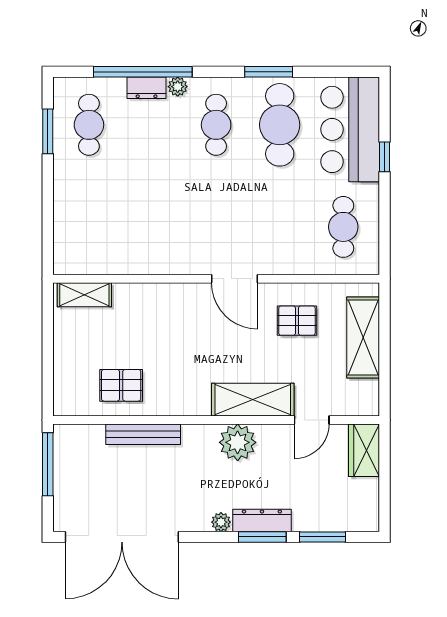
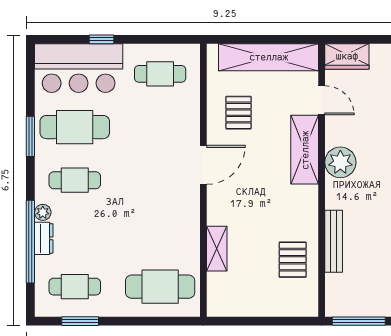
cafe table: (89, 227) -> (160, 287), added
shelving: (84, 295) -> (217, 249), moved
shelving: (363, 337) -> (269, 57), width x1.47

